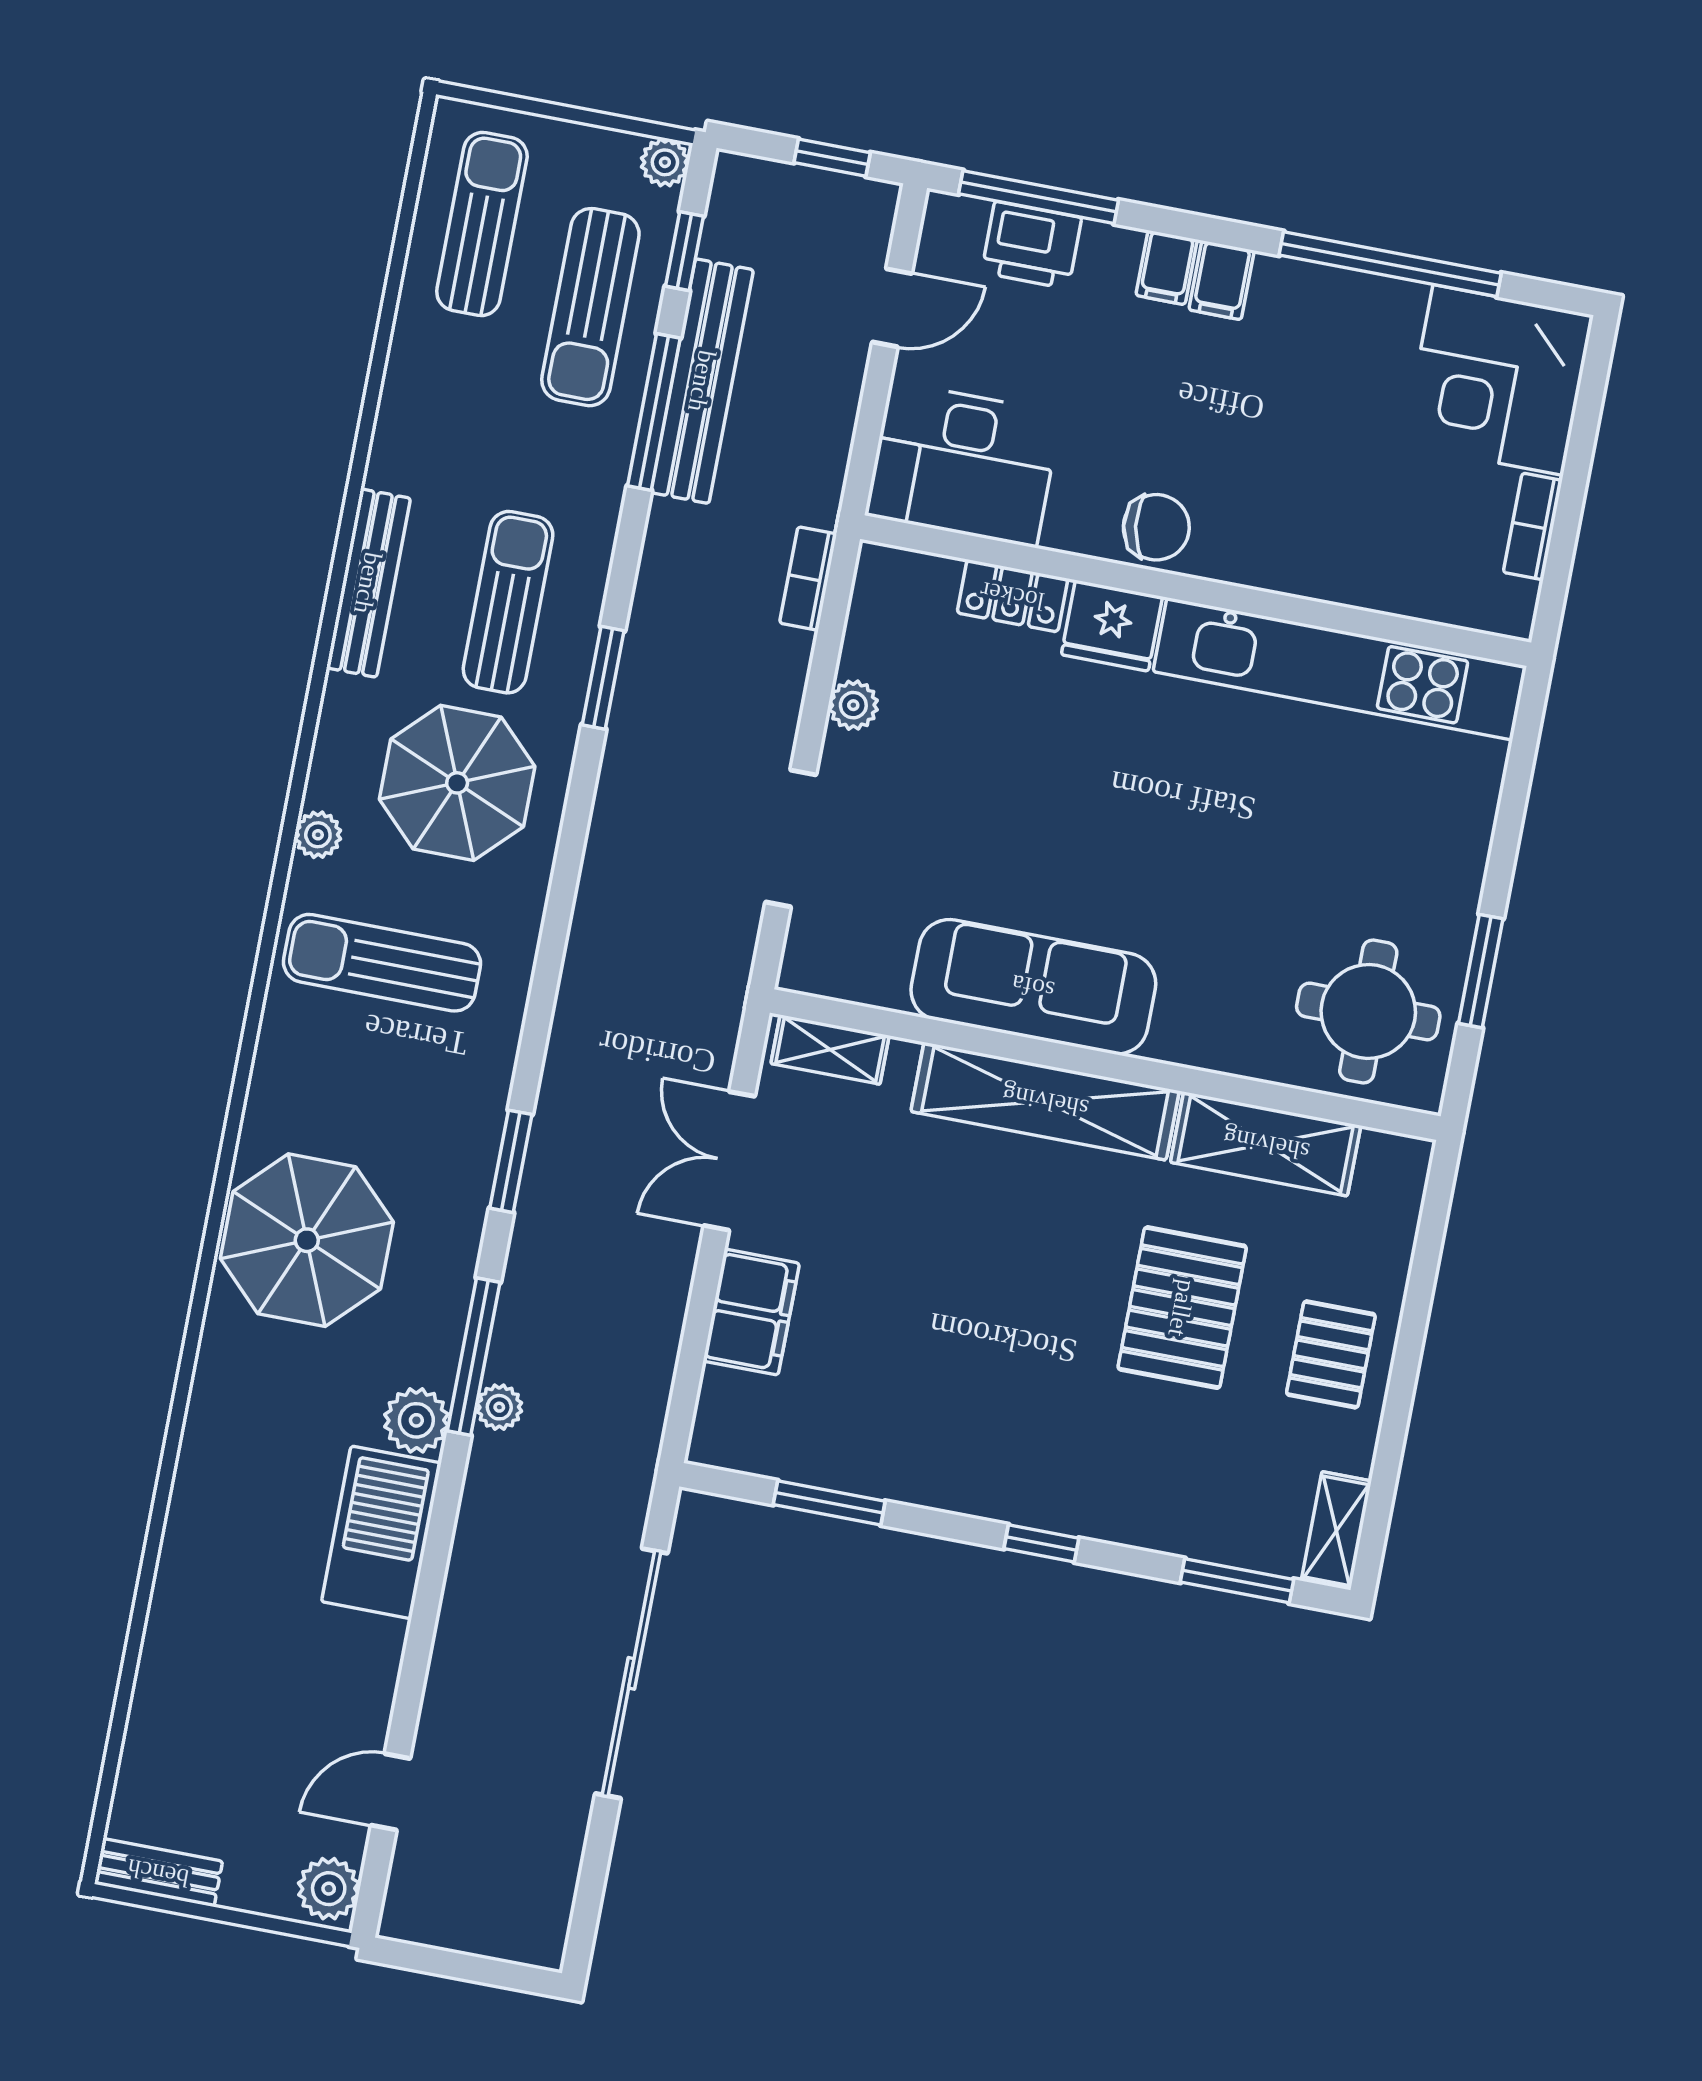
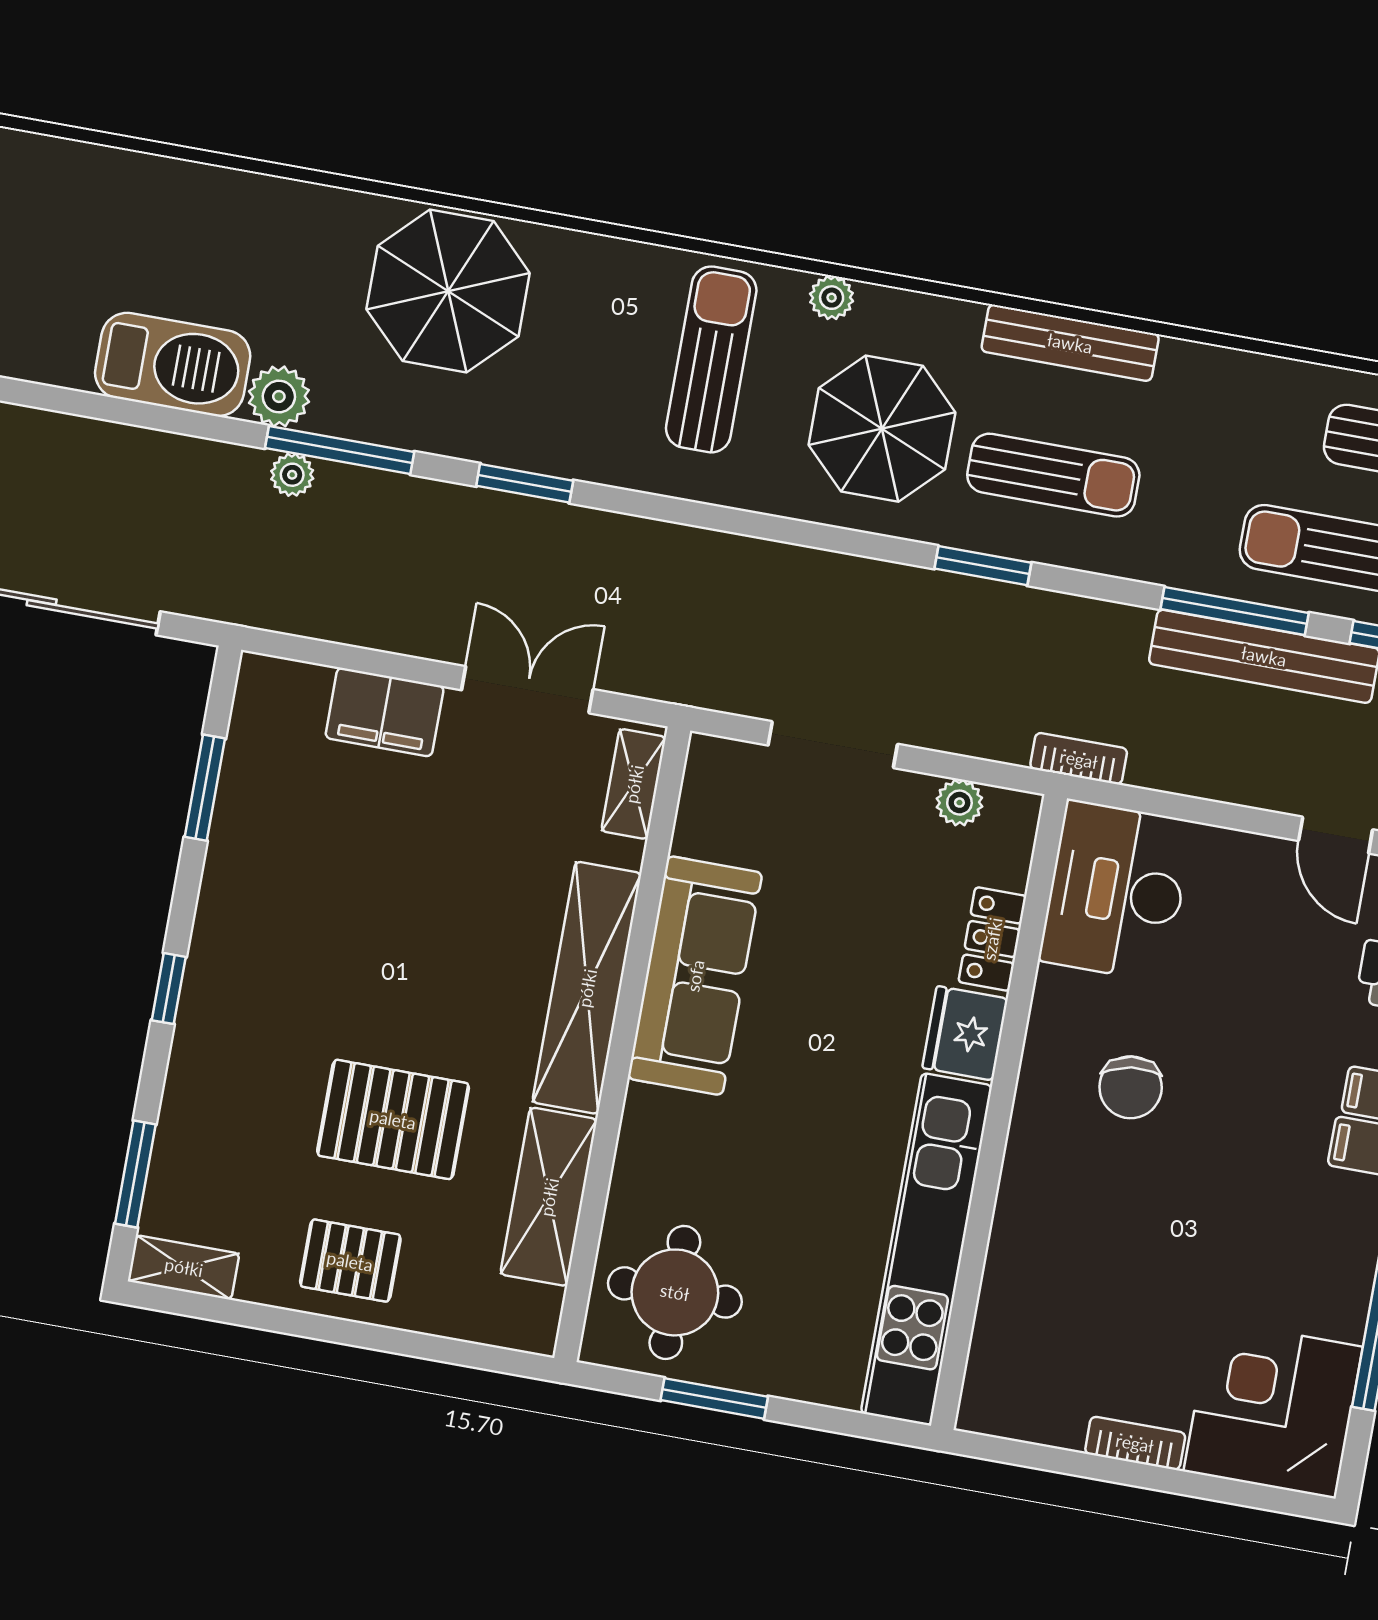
desk: (963, 464) -> (1116, 891), moved
wall: (1196, 591) -> (999, 1112), moved
locker: (1012, 596) -> (992, 939), moved
fridge: (1112, 626) -> (965, 1033), moved
kitchen unit: (1340, 669) -> (926, 1249), moved

